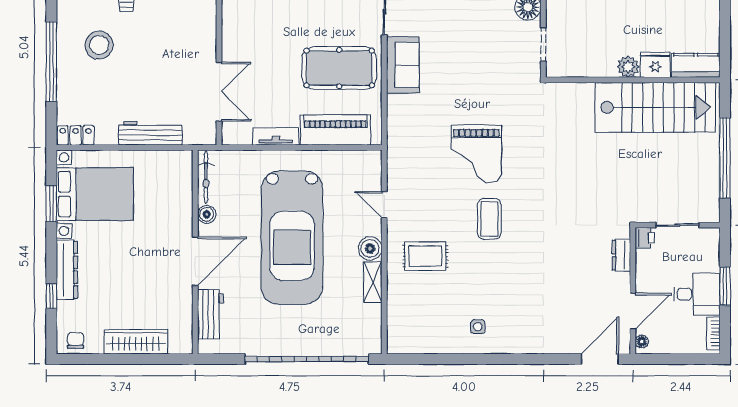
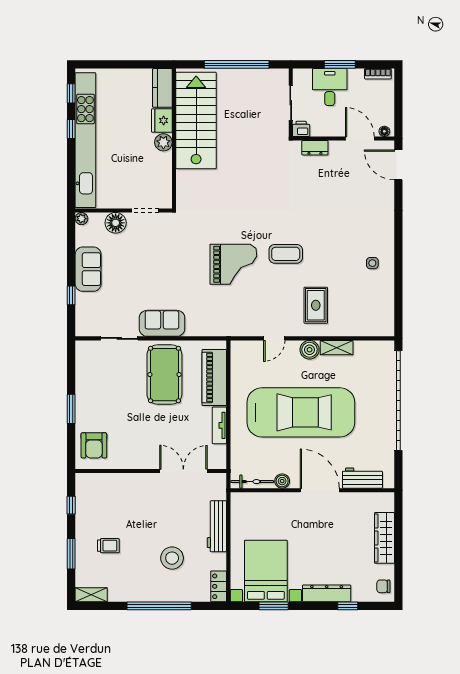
stool: (99, 45) -> (172, 558), moved
desk: (697, 294) -> (330, 87), moved

